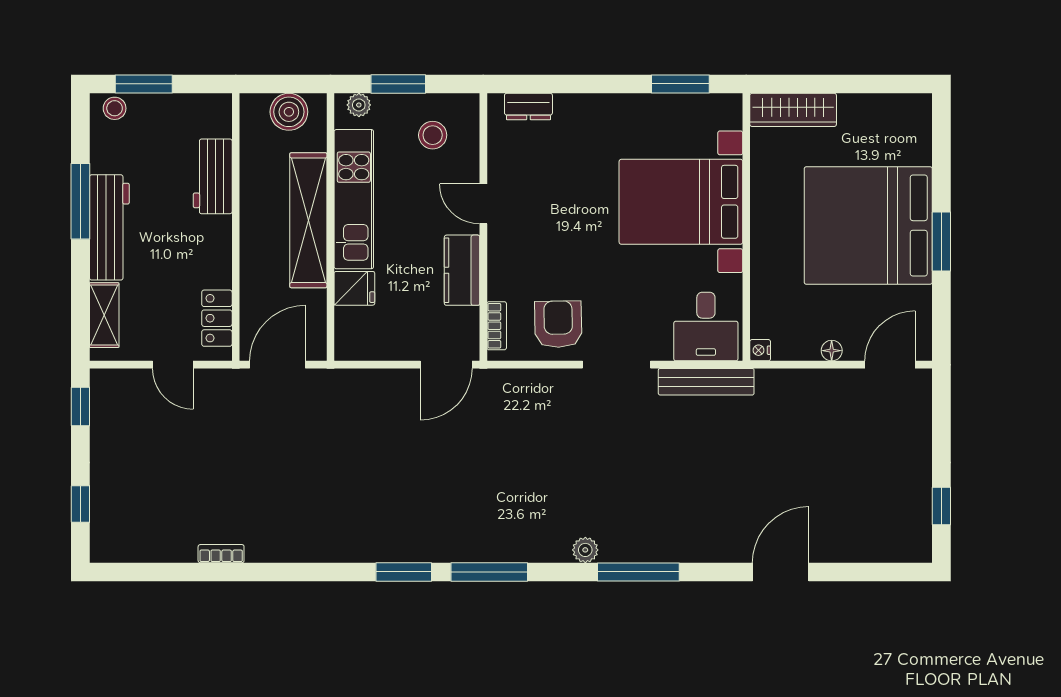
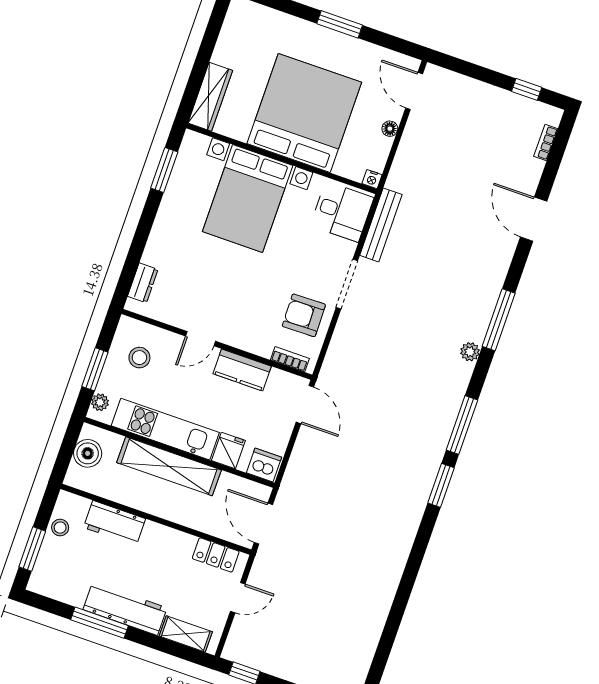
stool: (115, 108) -> (60, 528), moved
bed: (868, 225) -> (304, 113), moved, turned 180
dishwasher: (352, 340) -> (264, 465), added
bookcase: (221, 554) -> (546, 142), moved

